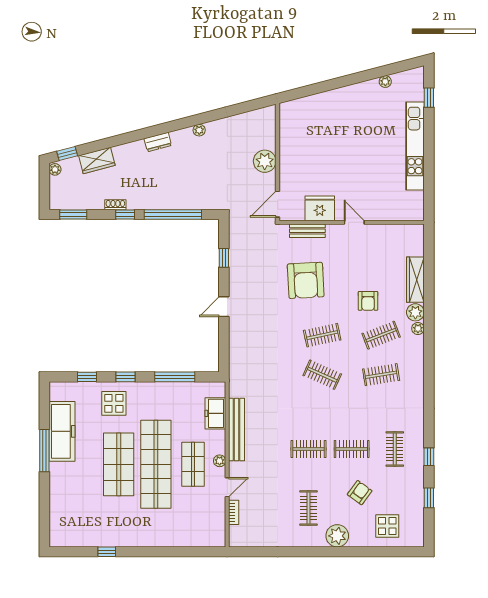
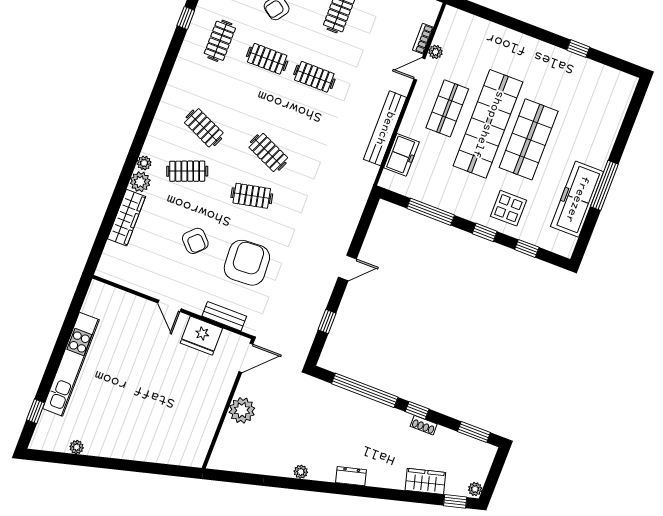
armchair: (368, 301) -> (195, 241), moved, turned 136
clothes rail: (381, 375) -> (204, 128), turned 33
plant: (220, 461) -> (436, 52), moved

